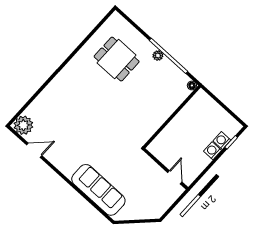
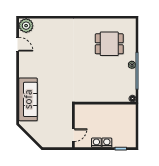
dining table: (117, 59) -> (109, 44), turned 90
washing machine: (222, 141) -> (96, 143), moved

